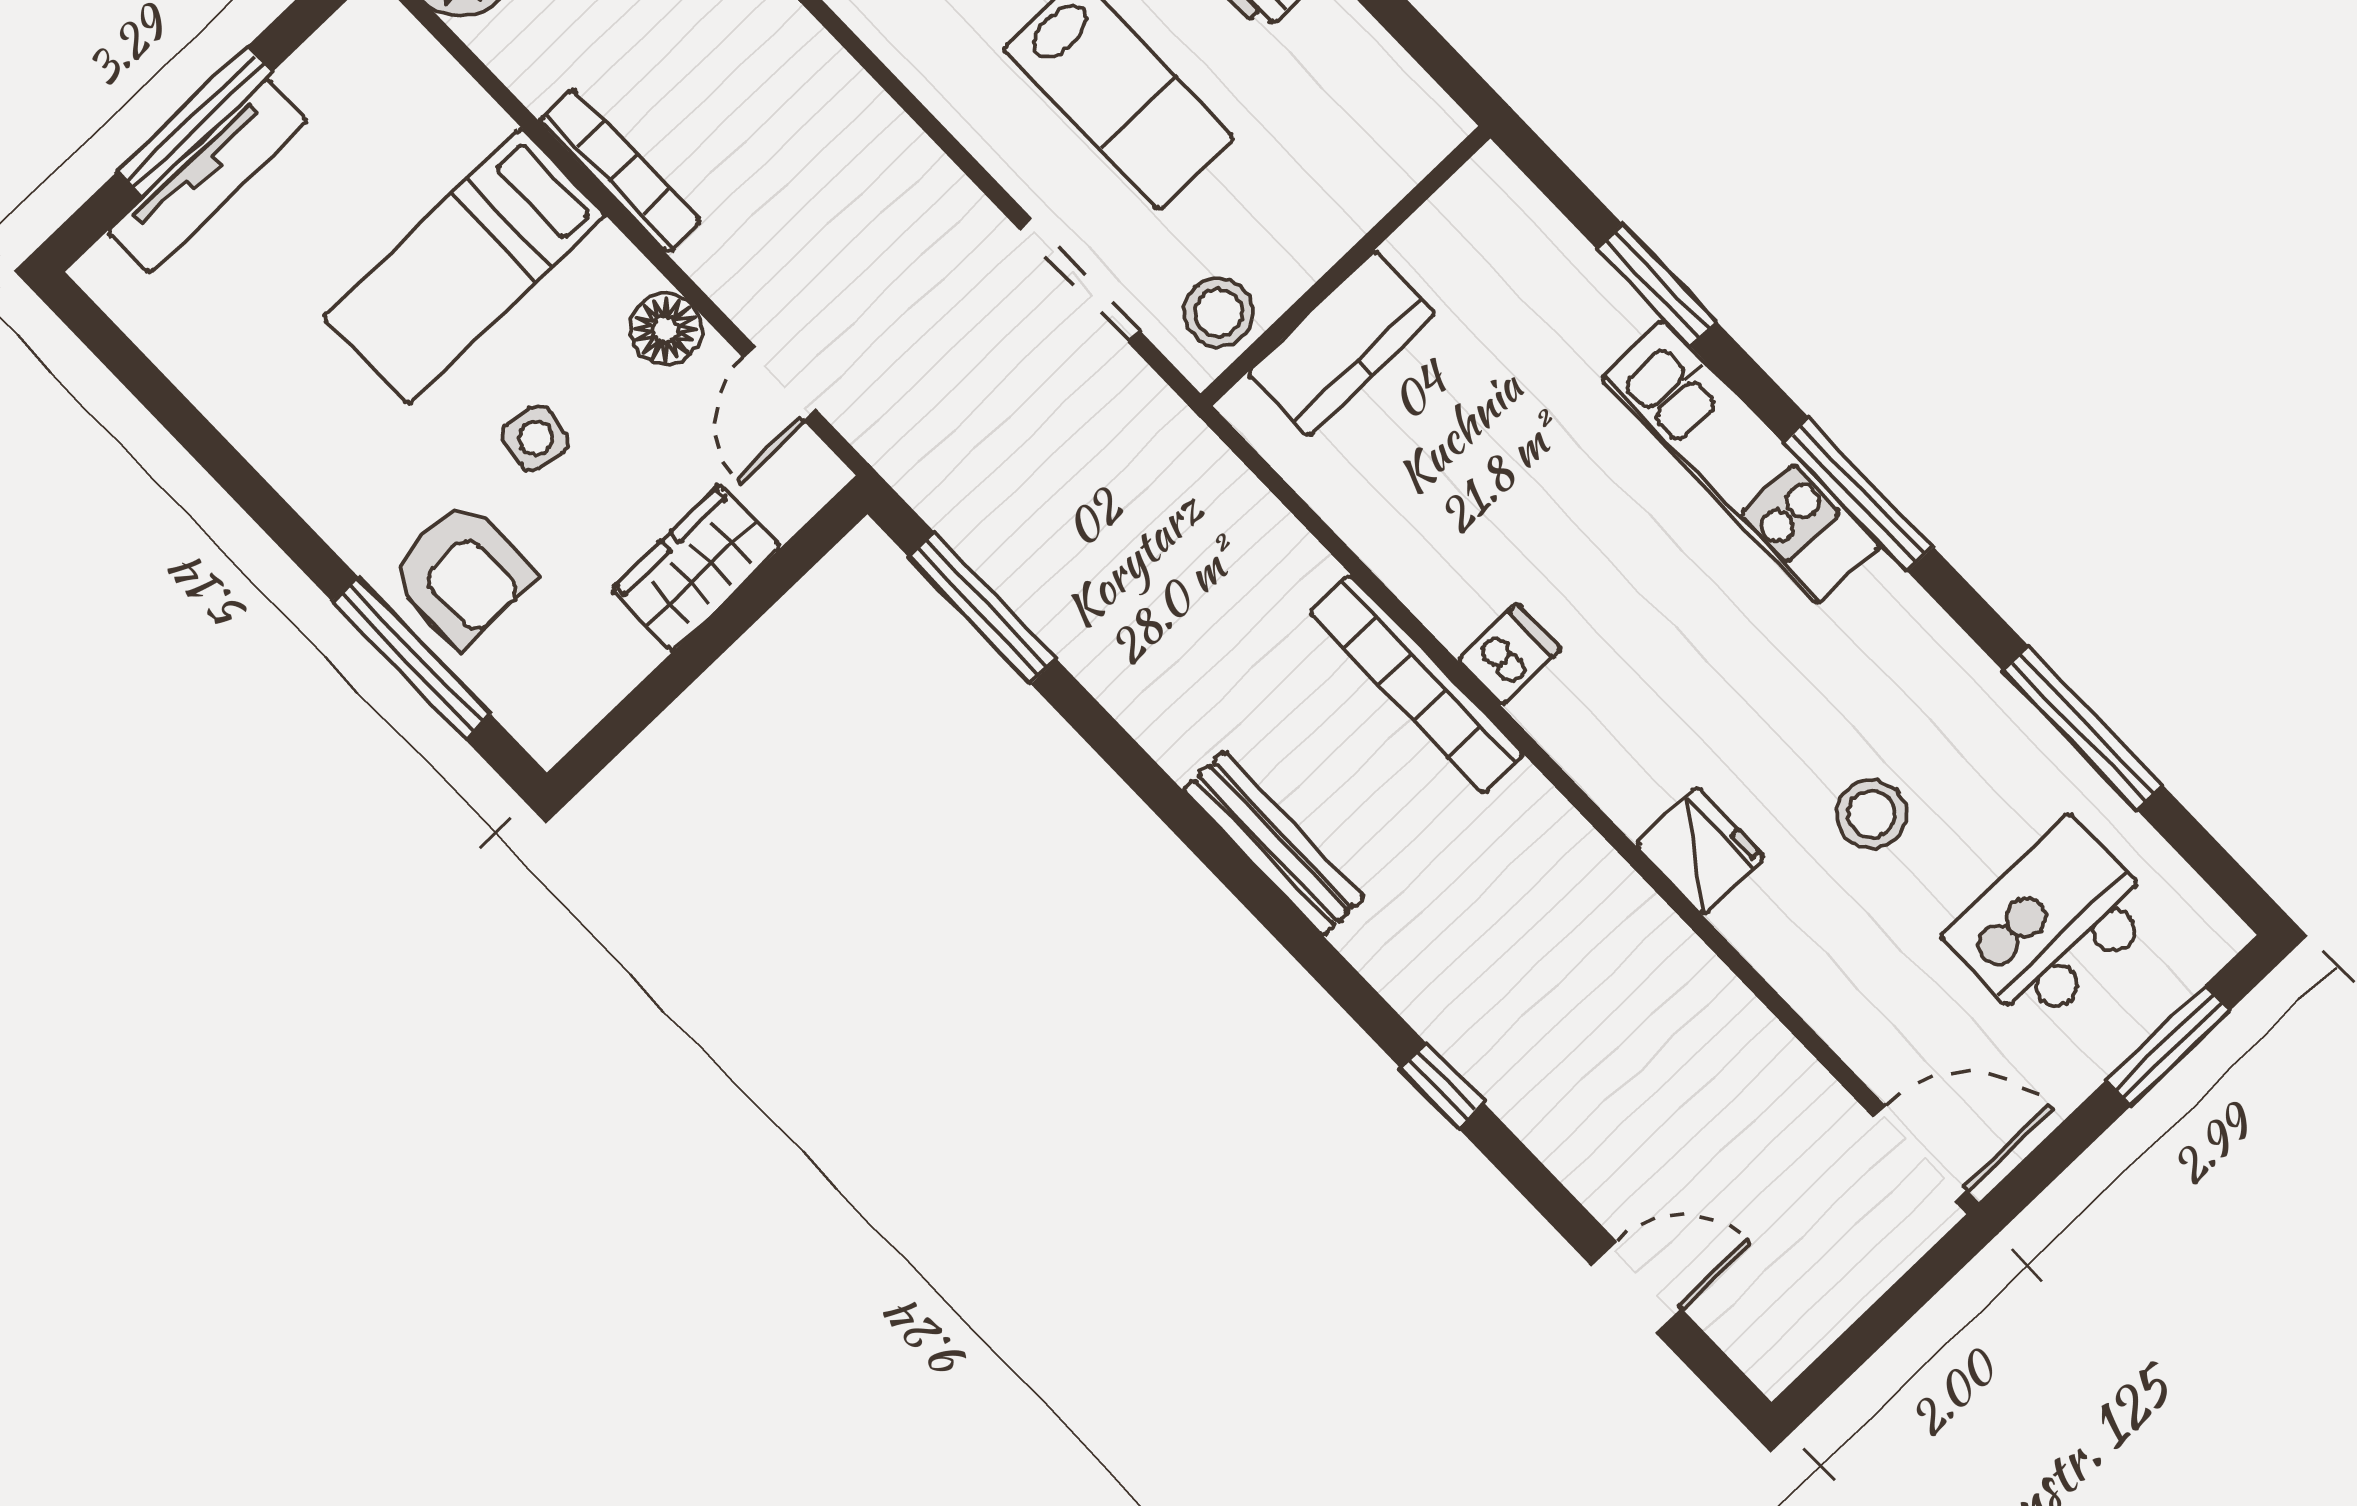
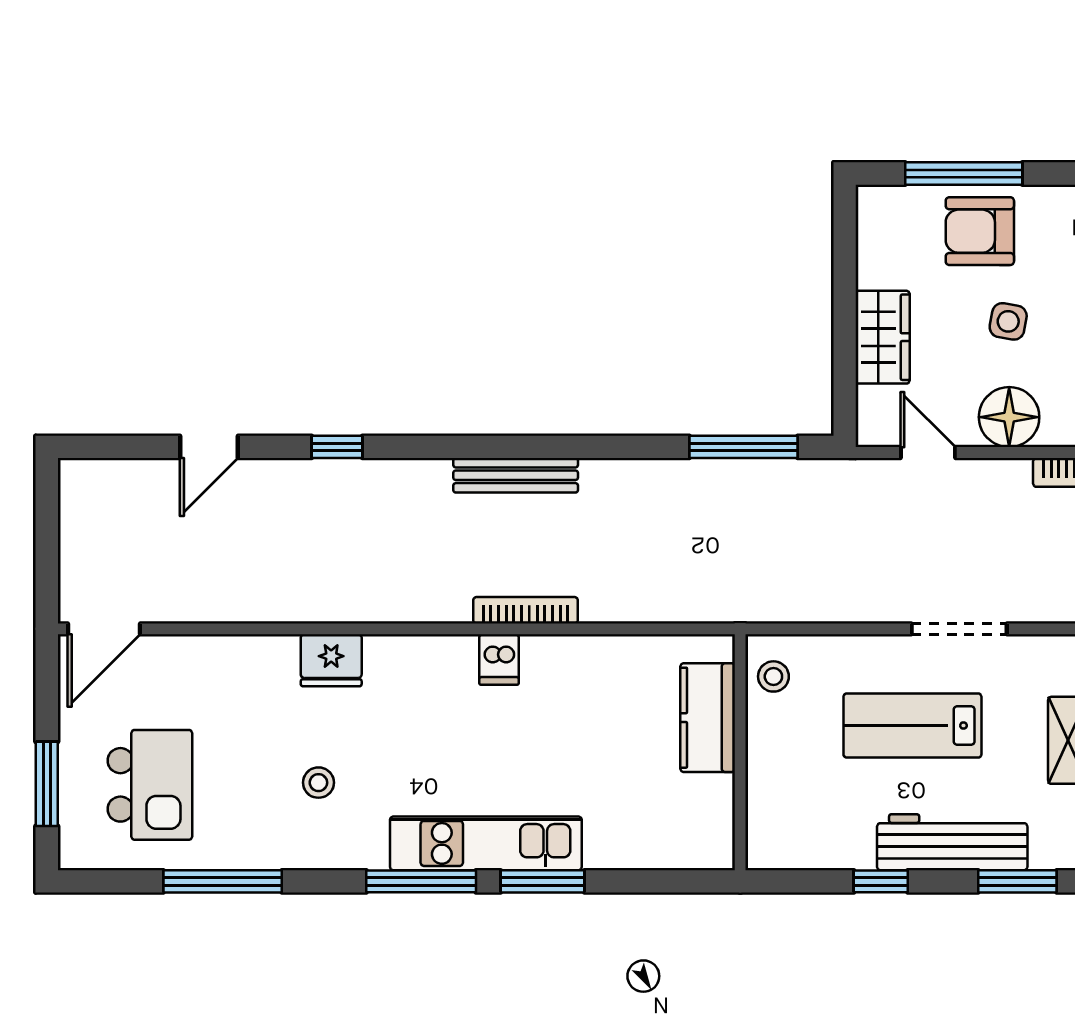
doorway: (1080, 280) -> (959, 629), moved
window: (1657, 285) -> (542, 881), moved
stool: (1219, 312) -> (773, 676), width x0.73, depth x0.73
floor lamp: (666, 329) -> (1009, 417), width x1.38, depth x1.38
bookcase: (1416, 684) -> (526, 610), width x0.68, depth x0.76
stool: (1871, 814) -> (318, 783), moved, width x0.73, depth x0.73
door: (1636, 1287) -> (209, 447), moved

